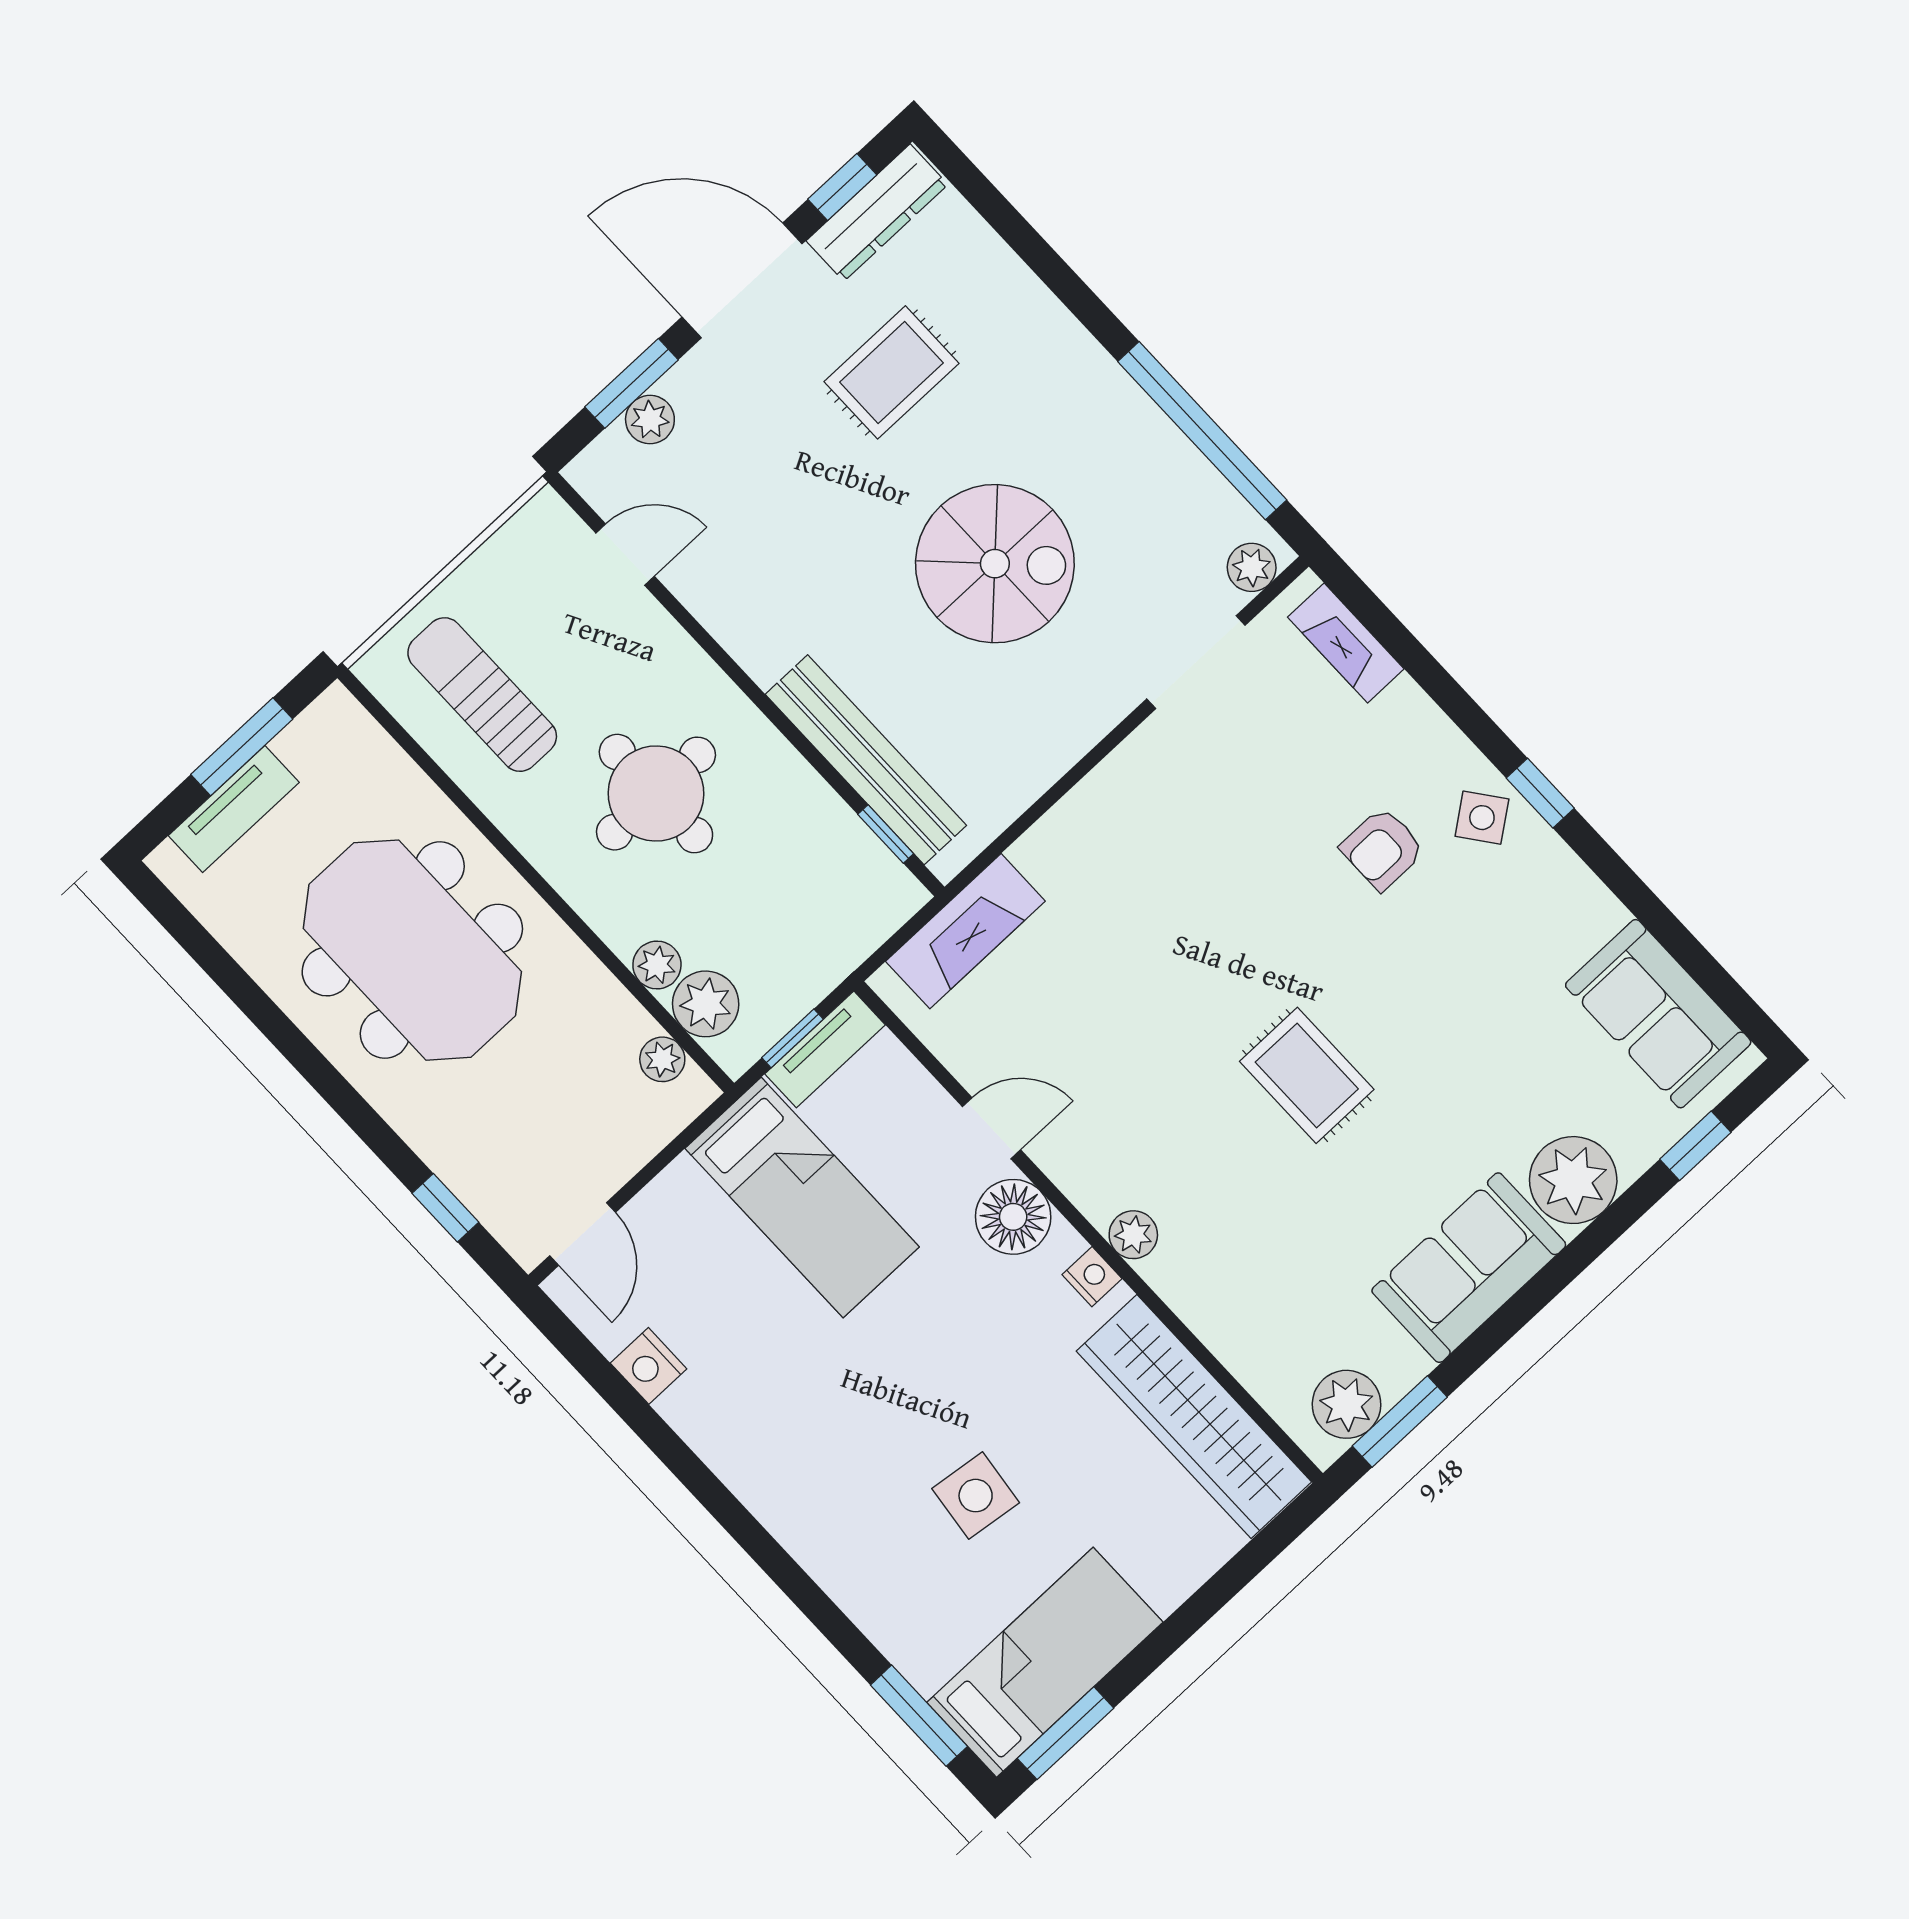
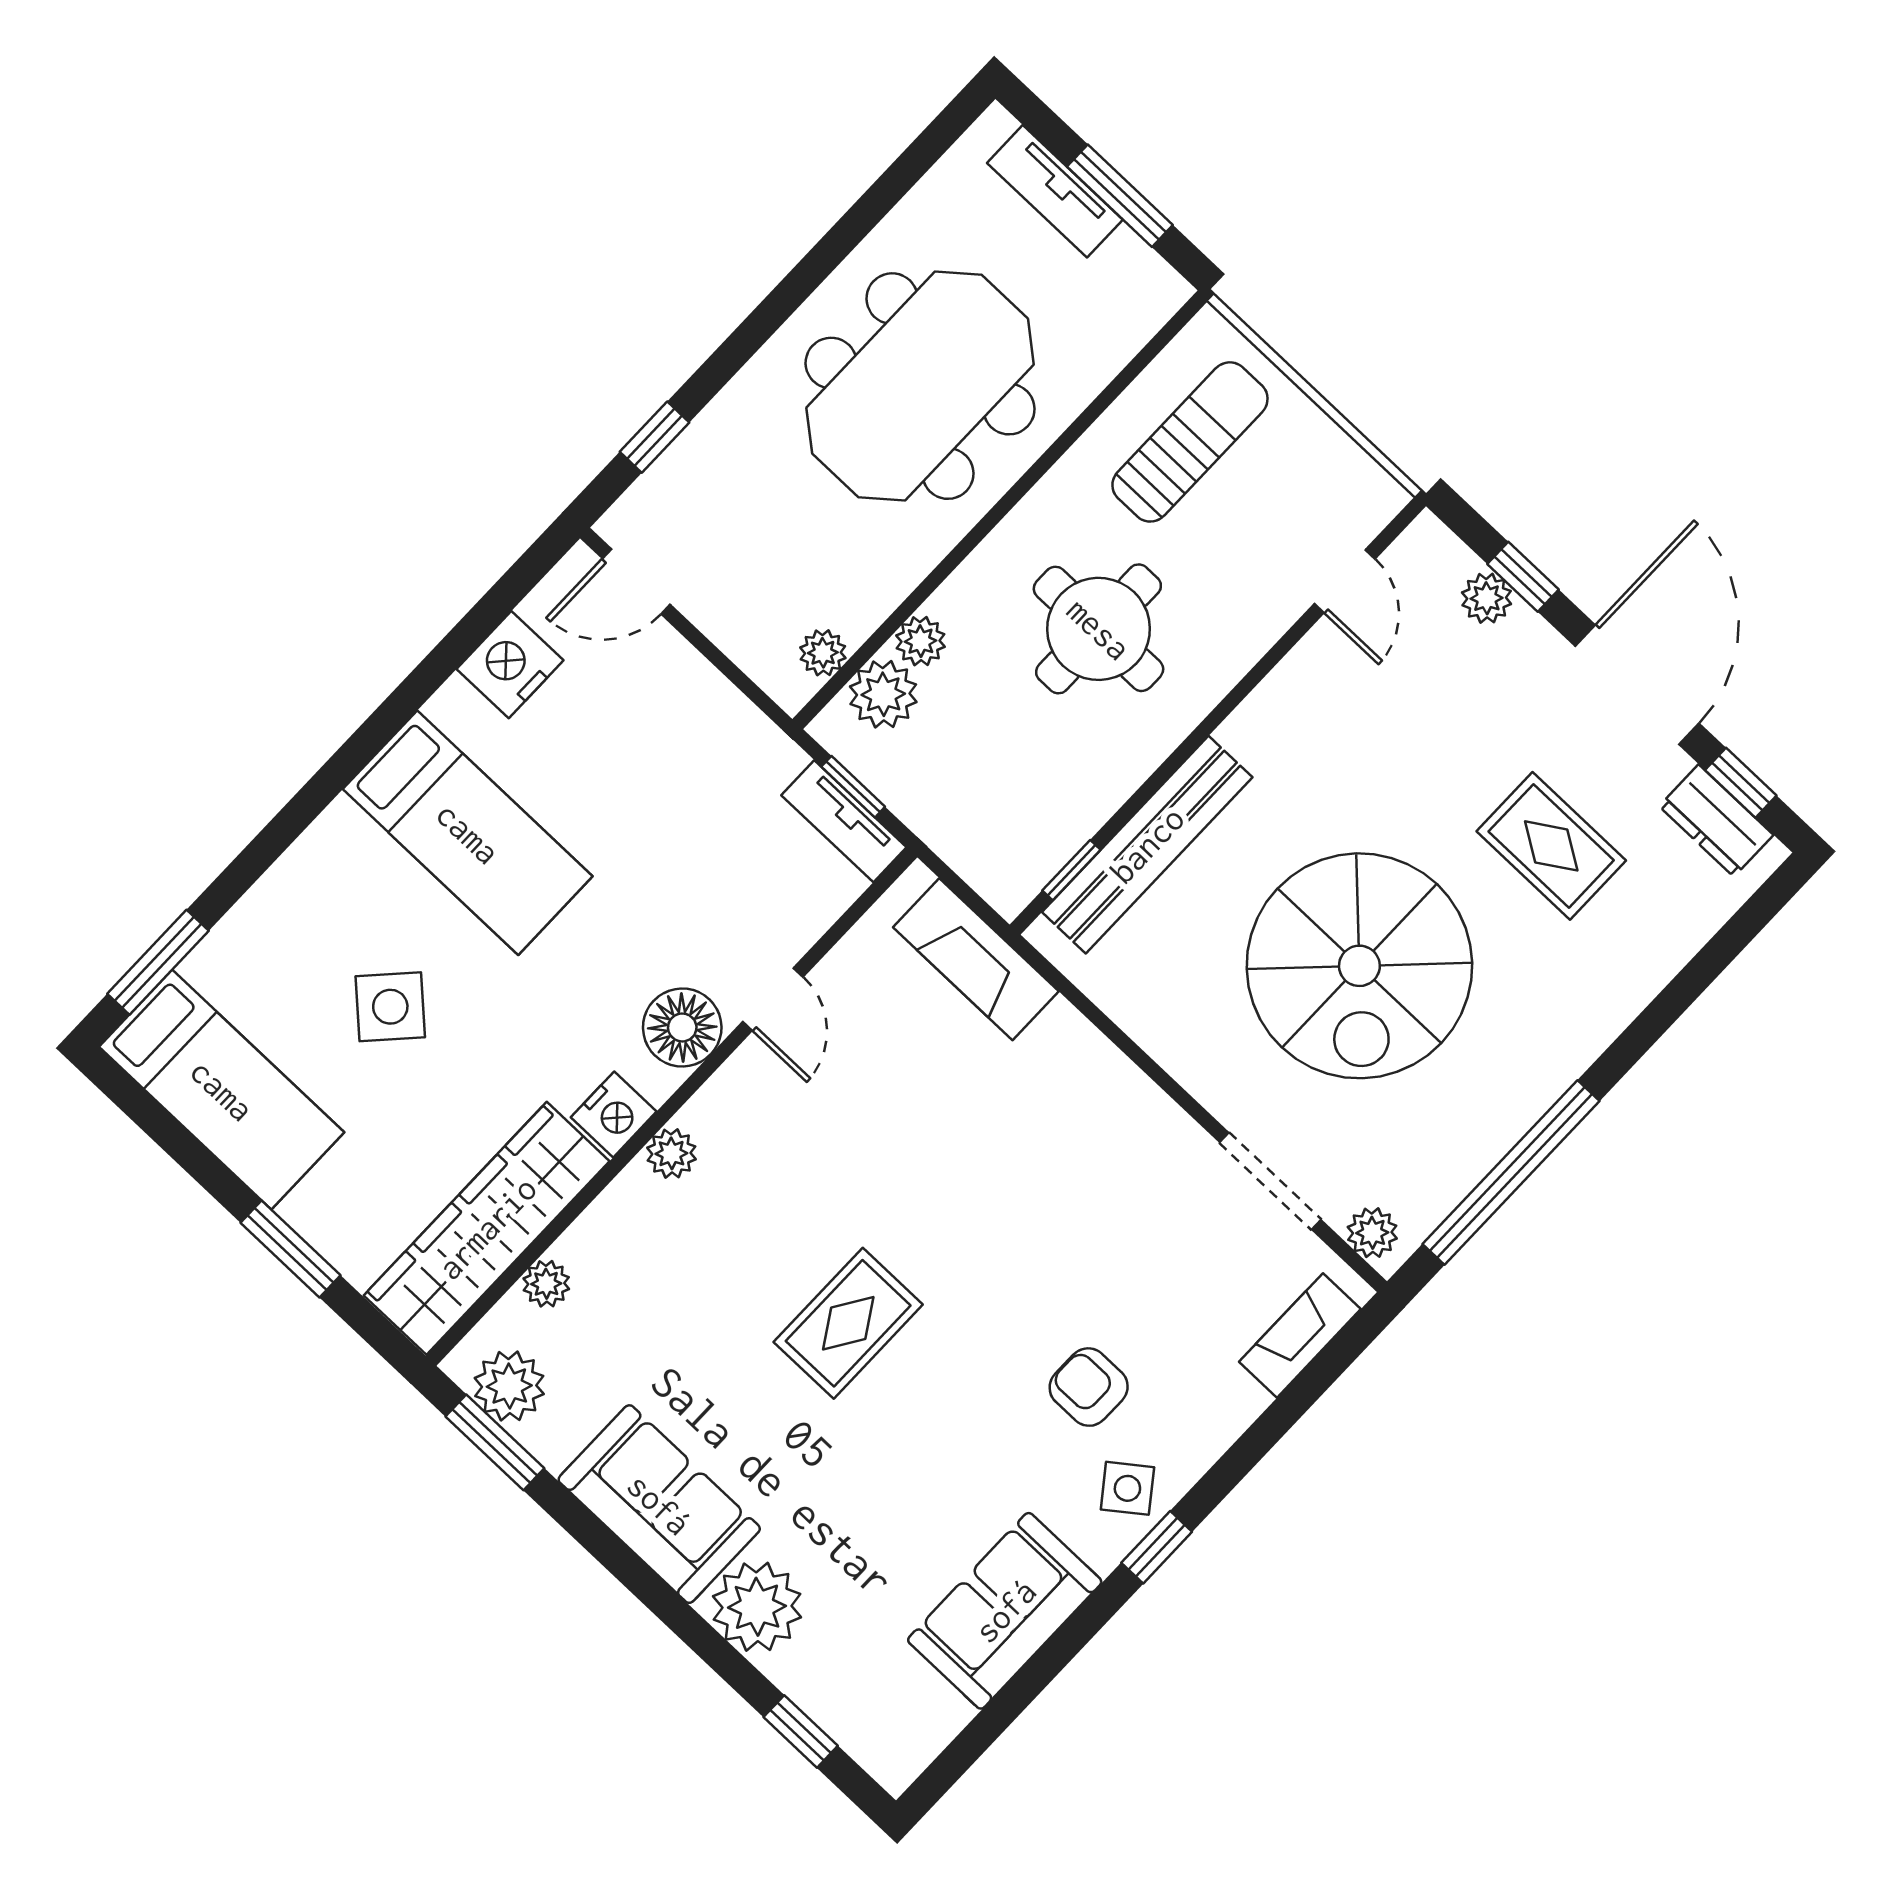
dresser: (877, 213) -> (1716, 821), width x0.70
window: (632, 383) -> (1523, 577), width x0.67
spiral stairs: (995, 564) -> (1359, 966), width x1.37, depth x1.37
sofa: (1658, 1014) -> (1005, 1611), moved
bed: (802, 1198) -> (468, 833), moved, turned -90
nightstand: (1092, 1277) -> (614, 1114), width x1.39, depth x1.35
plant: (1251, 1363) -> (546, 1284), added
nightstand: (649, 1366) -> (510, 665), width x1.36, depth x1.33
side table: (976, 1496) -> (390, 1007), turned 36
window: (1065, 1733) -> (290, 1249), moved

